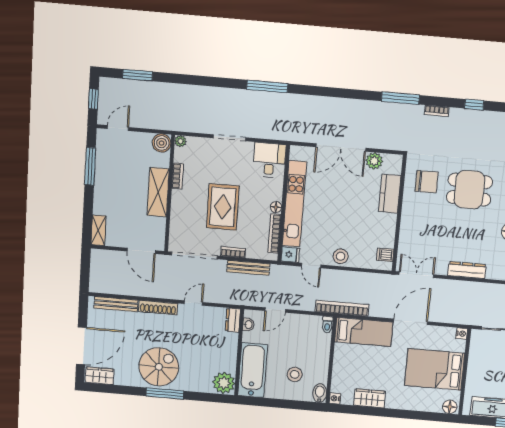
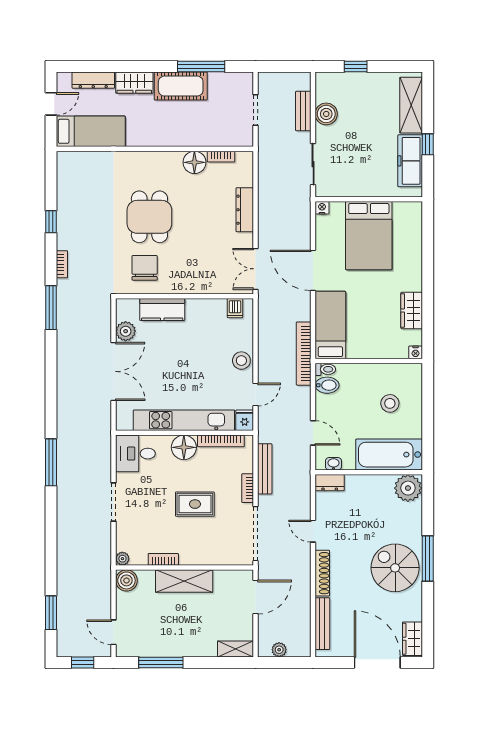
rug: (223, 207) -> (195, 504), width x0.73, depth x0.70
floor lamp: (276, 207) -> (184, 447), width x1.89, depth x1.89
plant: (96, 267) -> (279, 650), added
bidet: (320, 393) -> (327, 385), moved, turned 180
floor lamp: (450, 407) -> (414, 213), removed

